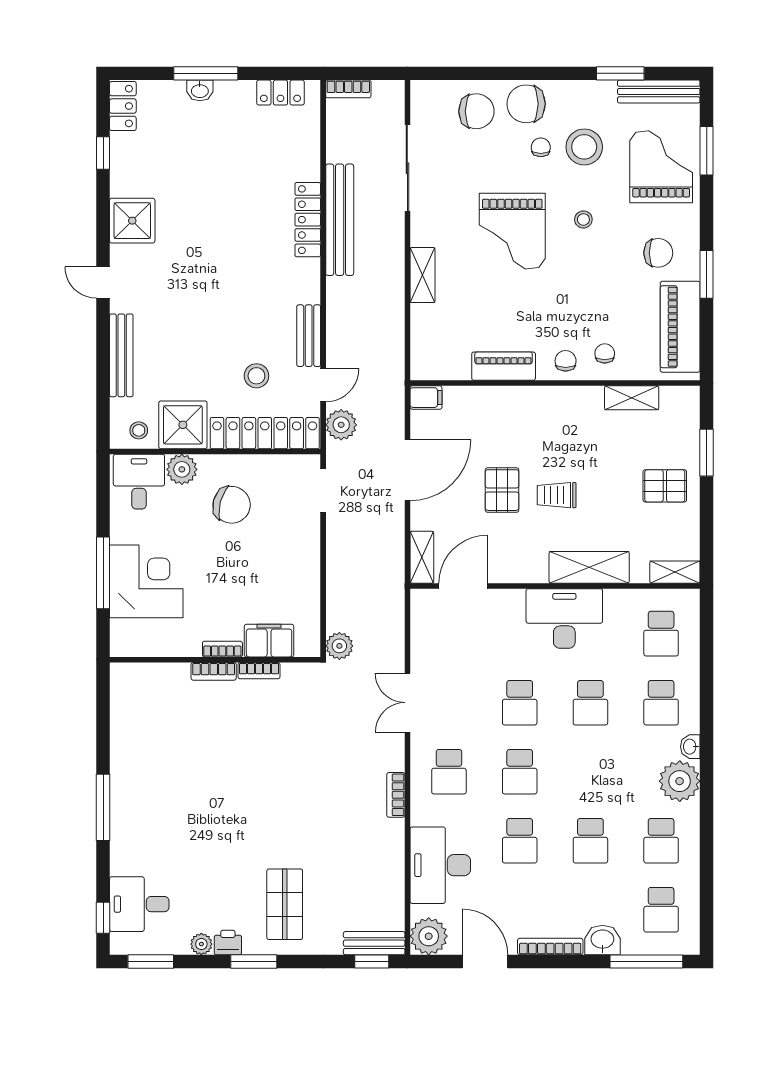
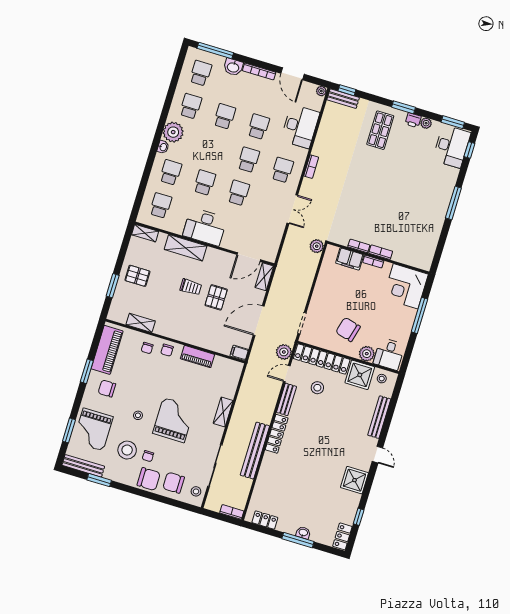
stool: (429, 108) -> (196, 491), added
locker: (308, 220) -> (277, 434), moved
corner desk: (146, 581) -> (406, 286), moved
desk: (139, 904) -> (452, 146), width x1.37
plant: (429, 936) -> (321, 91), width x0.53, depth x0.53

